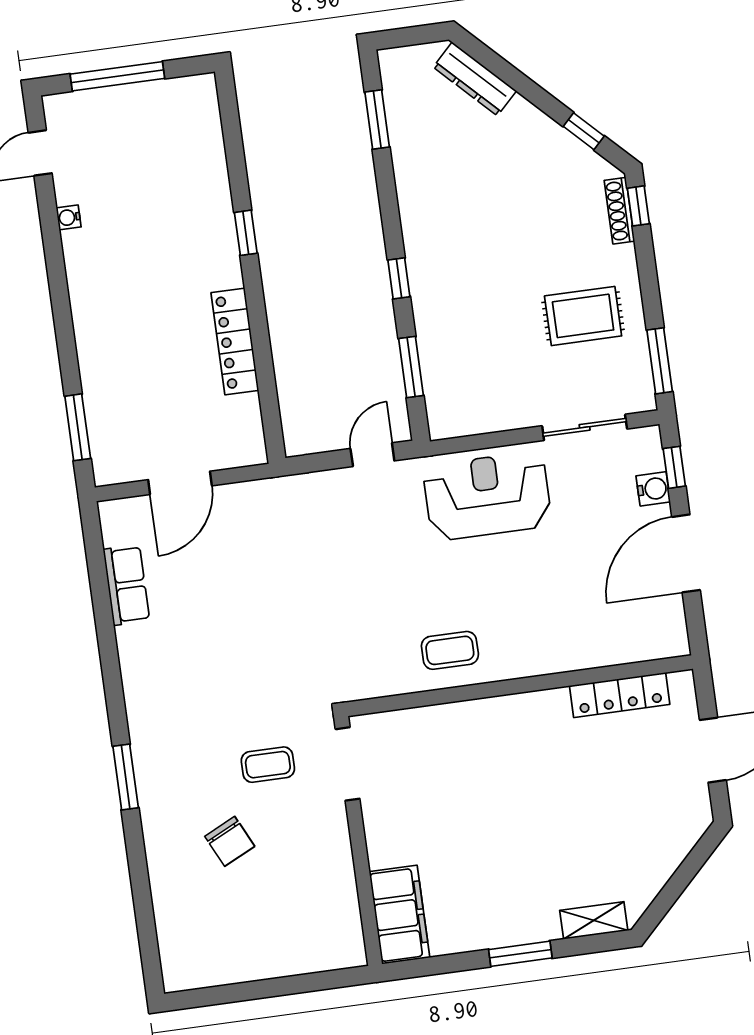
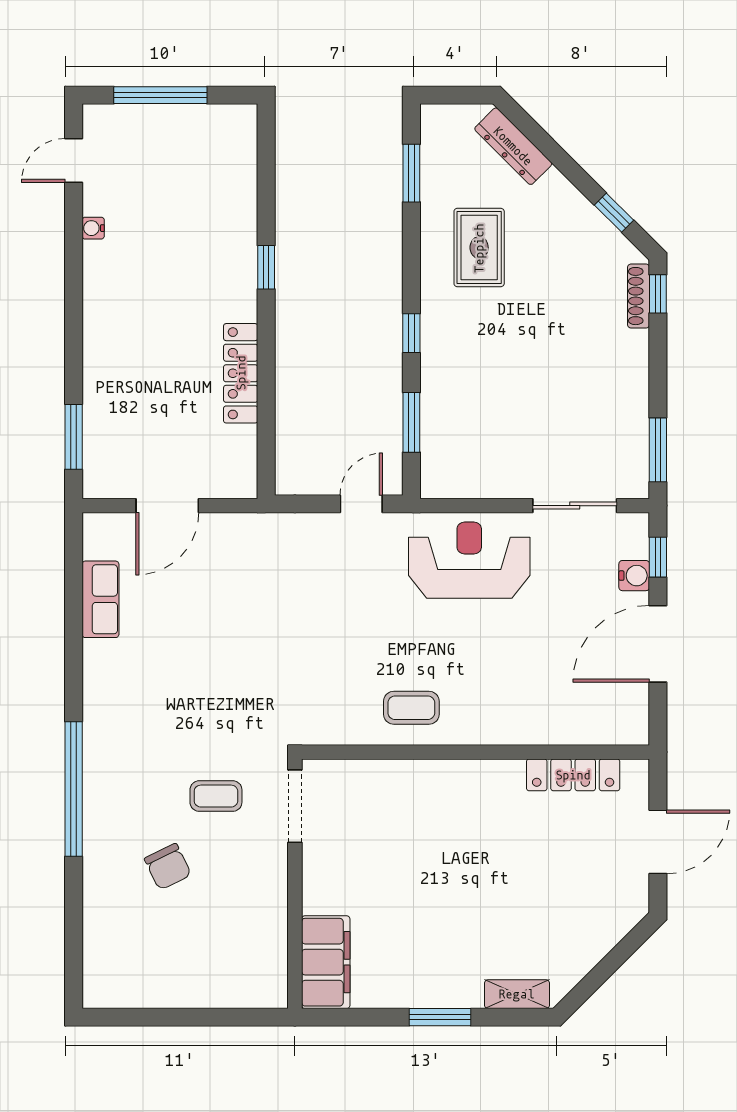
rug: (583, 316) -> (479, 248), moved, turned 90
window: (126, 777) -> (74, 789), width x2.11

